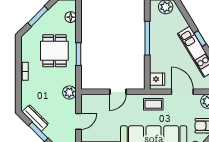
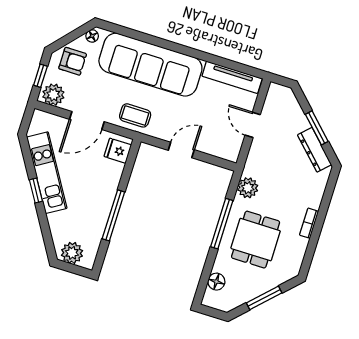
window: (79, 54) -> (222, 224), width x1.44
plant: (69, 92) -> (248, 188), moved
door: (182, 92) -> (87, 121), hinge flipped
door: (79, 121) -> (253, 125), hinge flipped

